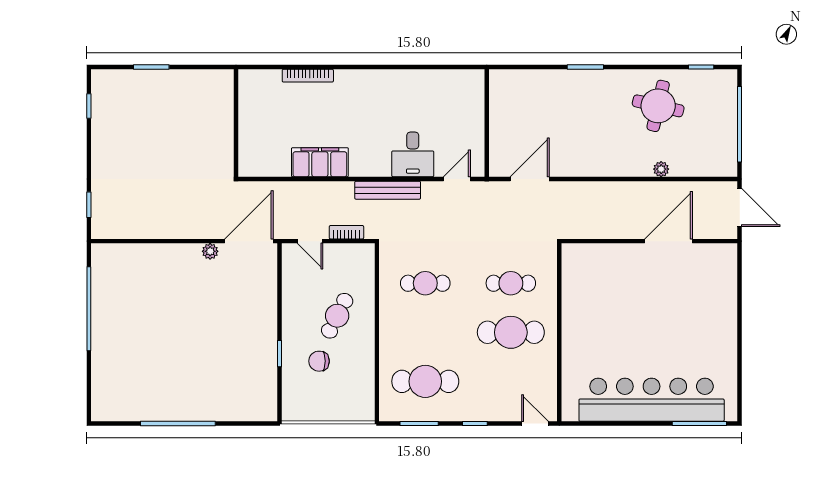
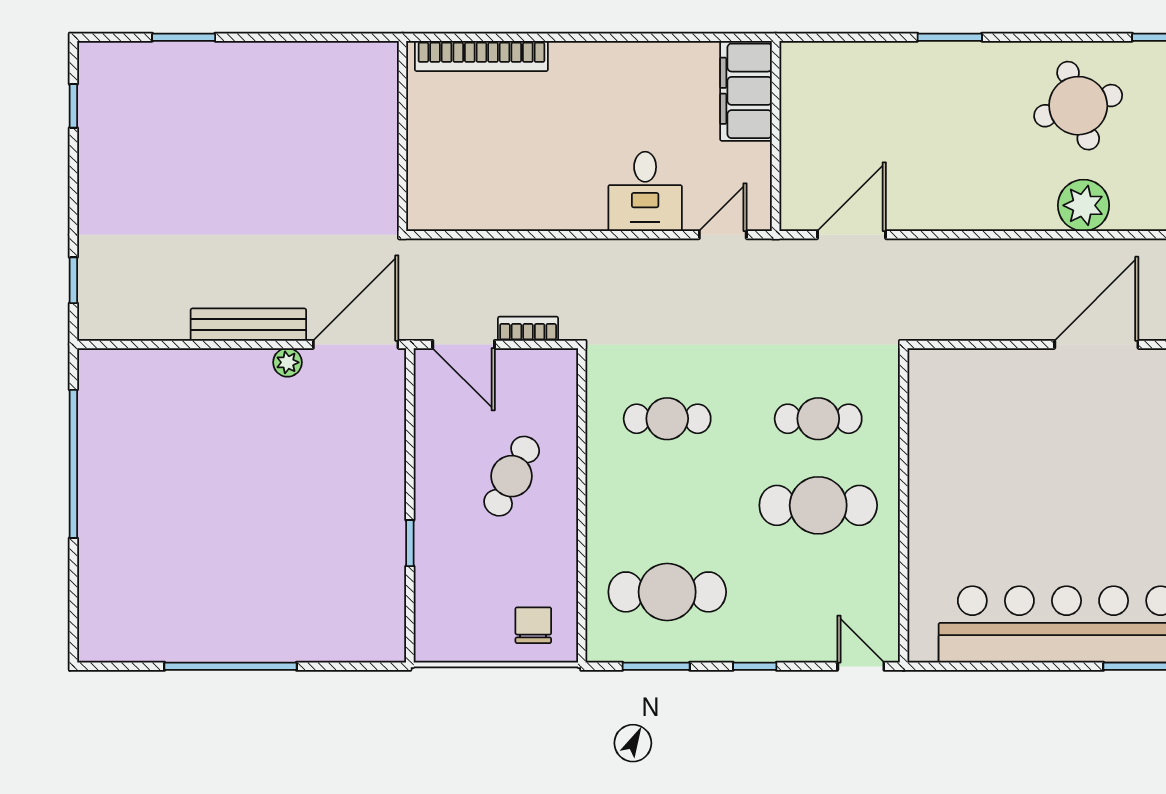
bookcase: (308, 76) -> (481, 56), width x1.48, depth x1.31
round table: (658, 106) -> (1078, 106), turned -30
wall: (236, 123) -> (403, 136), moved
filing cabinet: (320, 162) -> (746, 91), moved, turned -90
plant: (661, 169) -> (1084, 205), width x1.87, depth x1.87
bench: (388, 190) -> (248, 325), moved
door: (310, 241) -> (464, 344), width x1.38
chair: (319, 361) -> (533, 625), moved, turned 90

